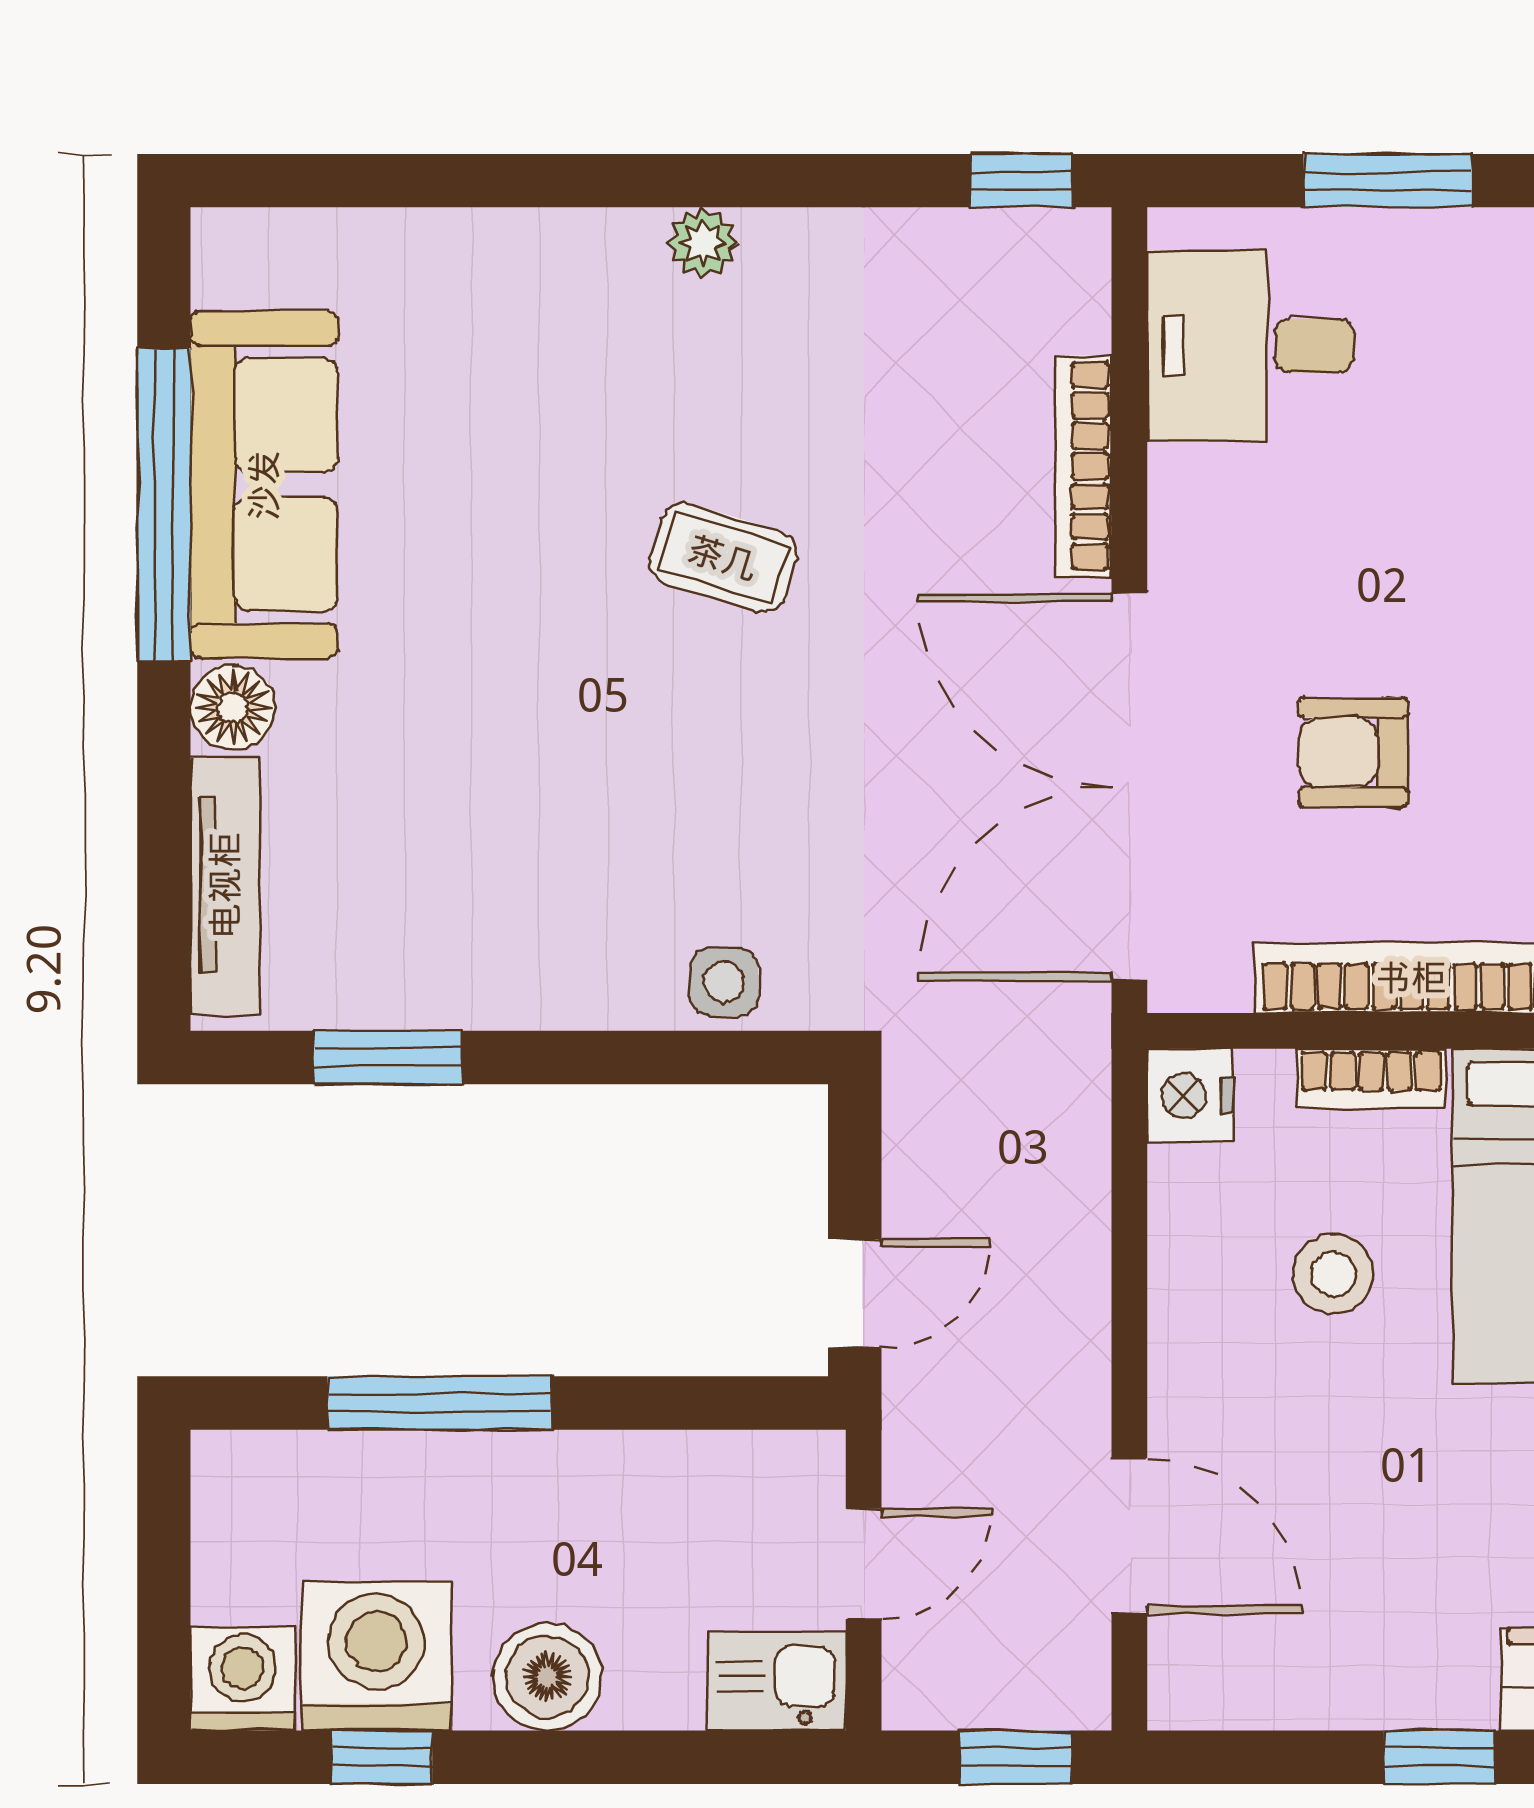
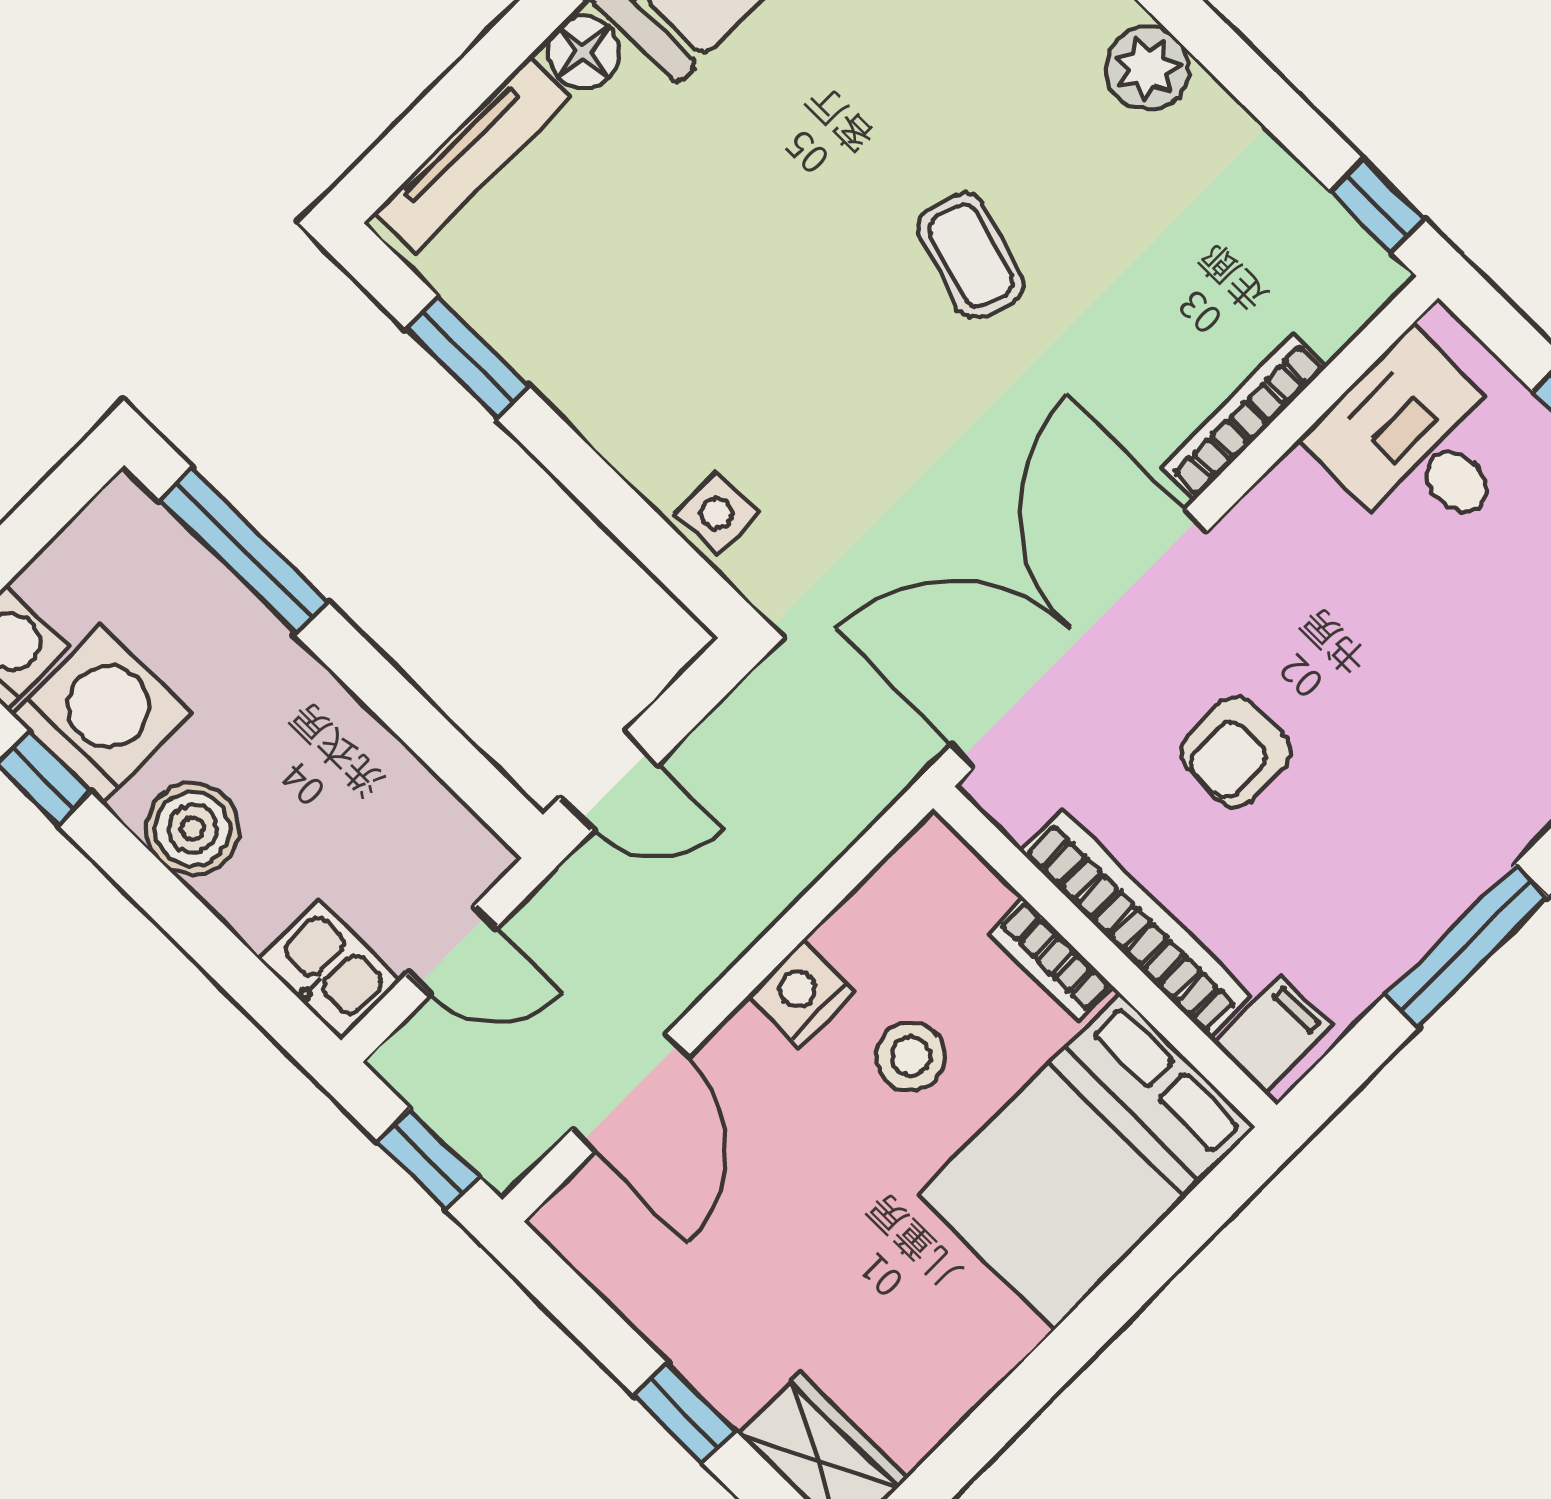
plant: (703, 243) -> (1147, 68), width x1.38, depth x1.38
armchair: (1353, 752) -> (1236, 752), turned -90
nightstand: (1190, 1095) -> (801, 993), moved
window: (439, 1403) -> (243, 551), moved

